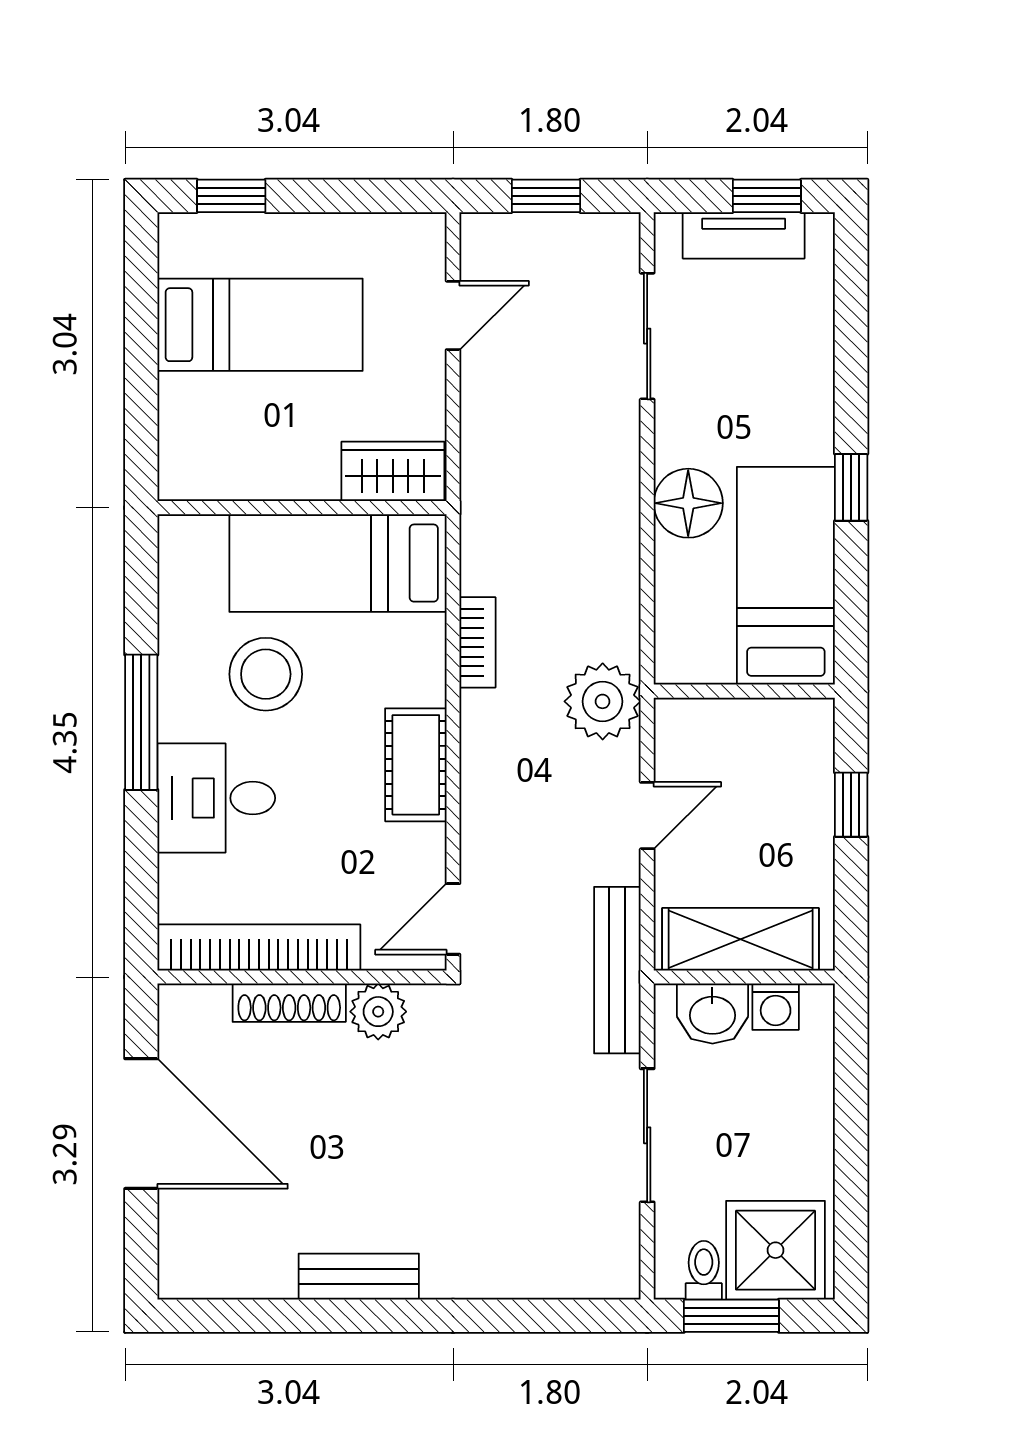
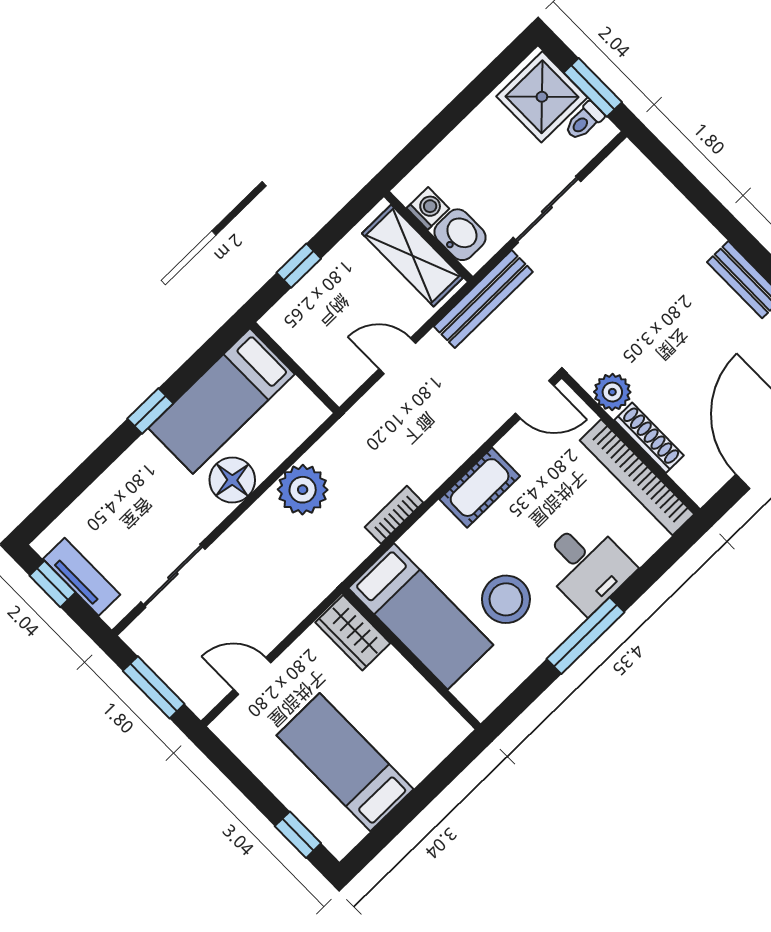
window: (546, 196) -> (154, 687), width x1.50
plant: (603, 701) -> (303, 490), moved

